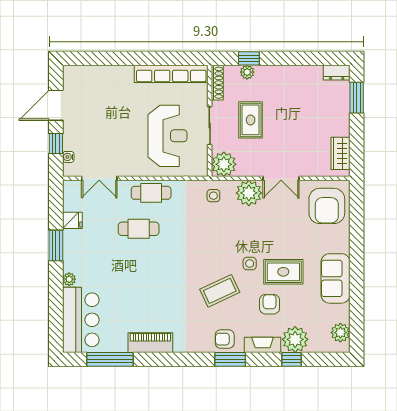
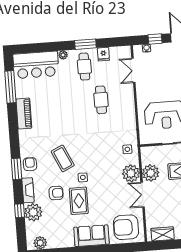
plant: (224, 164) -> (151, 173), moved
cafe table: (151, 193) -> (84, 67), moved
sofa: (336, 278) -> (91, 236), moved

